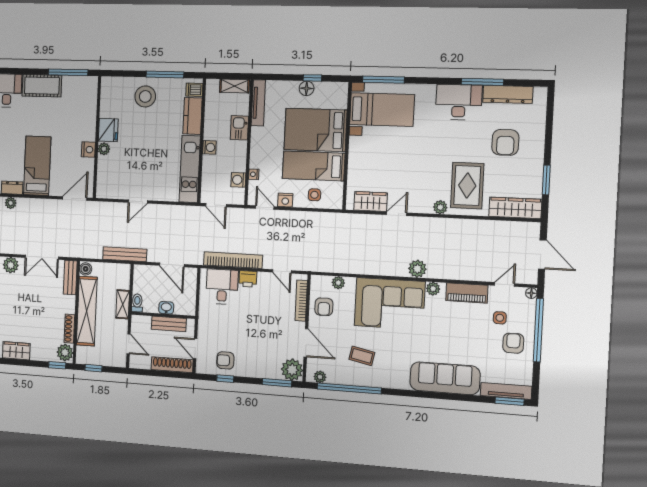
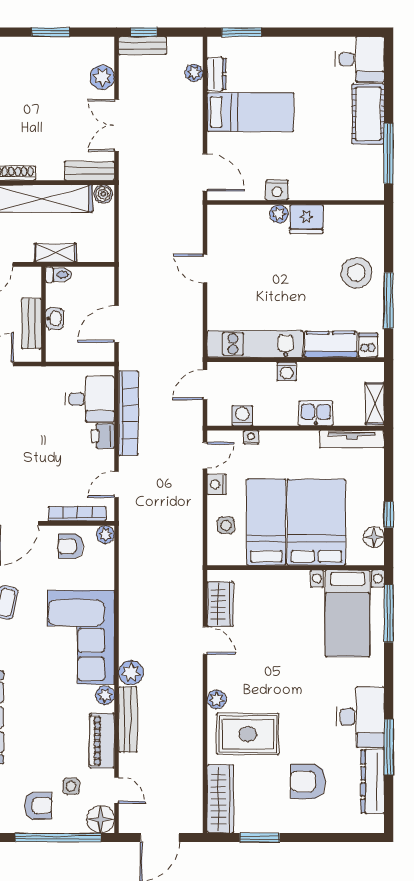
floor lamp: (307, 88) -> (374, 537), moved
bench: (125, 254) -> (128, 719), moved
plant: (338, 283) -> (105, 534), moved
floor lamp: (531, 293) -> (101, 819), width x1.89, depth x1.89

